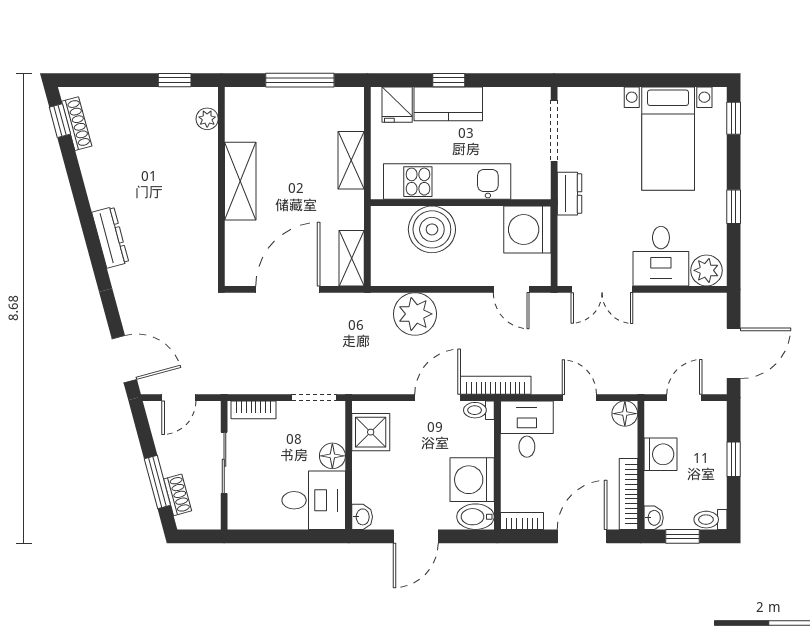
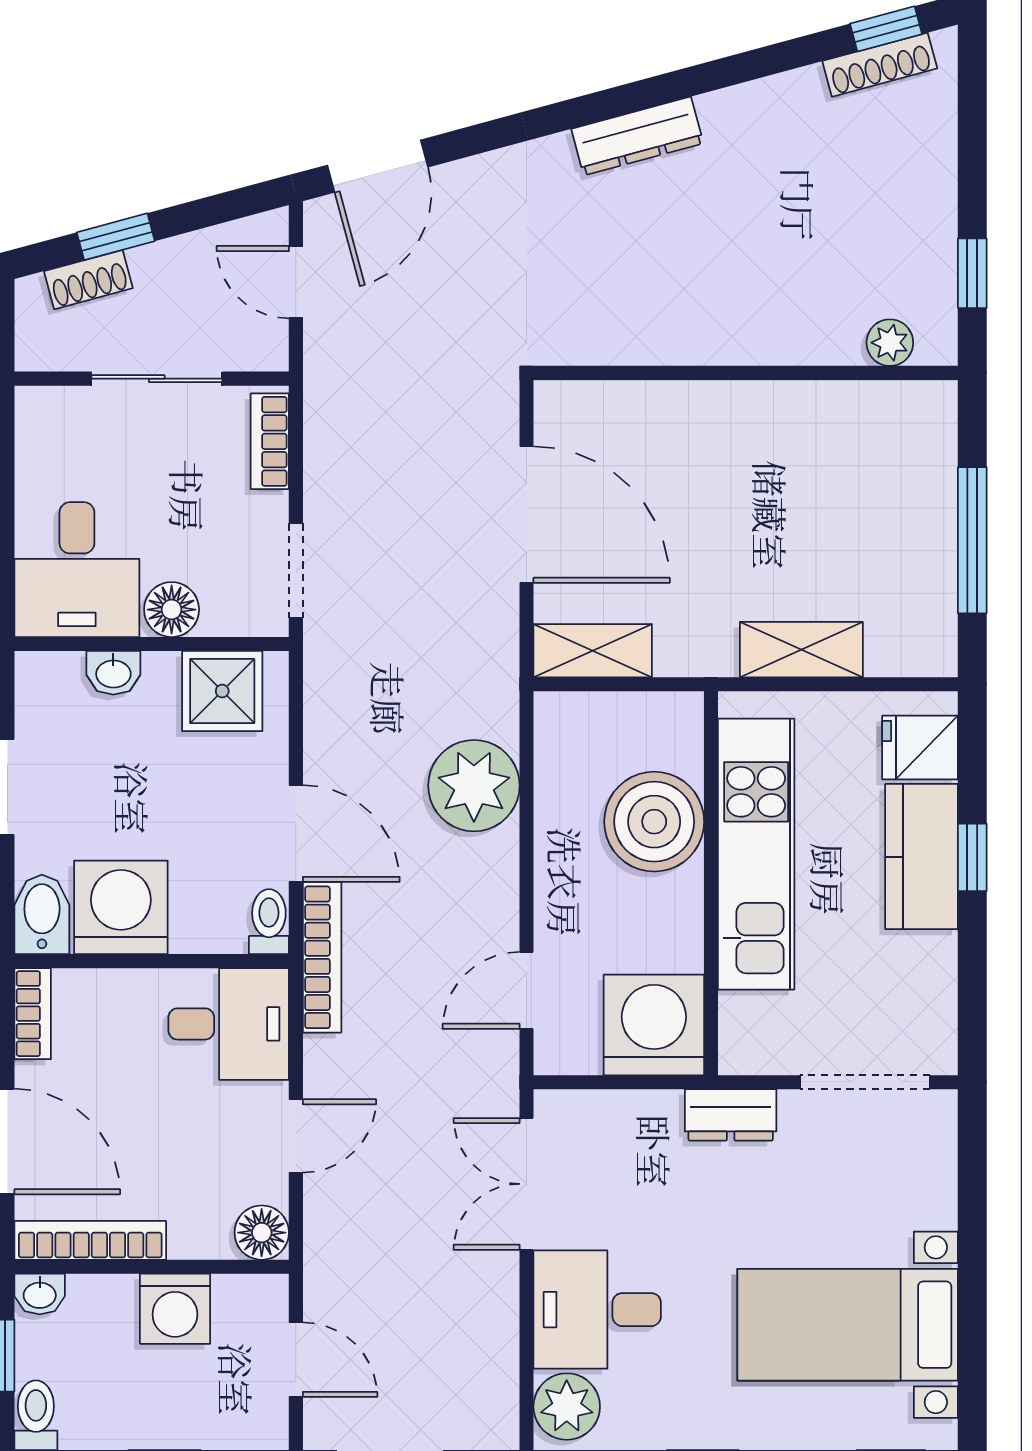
shelving: (240, 181) -> (757, 413), removed
window: (157, 482) -> (116, 237), width x0.67
washbasin: (362, 517) -> (113, 673), moved

